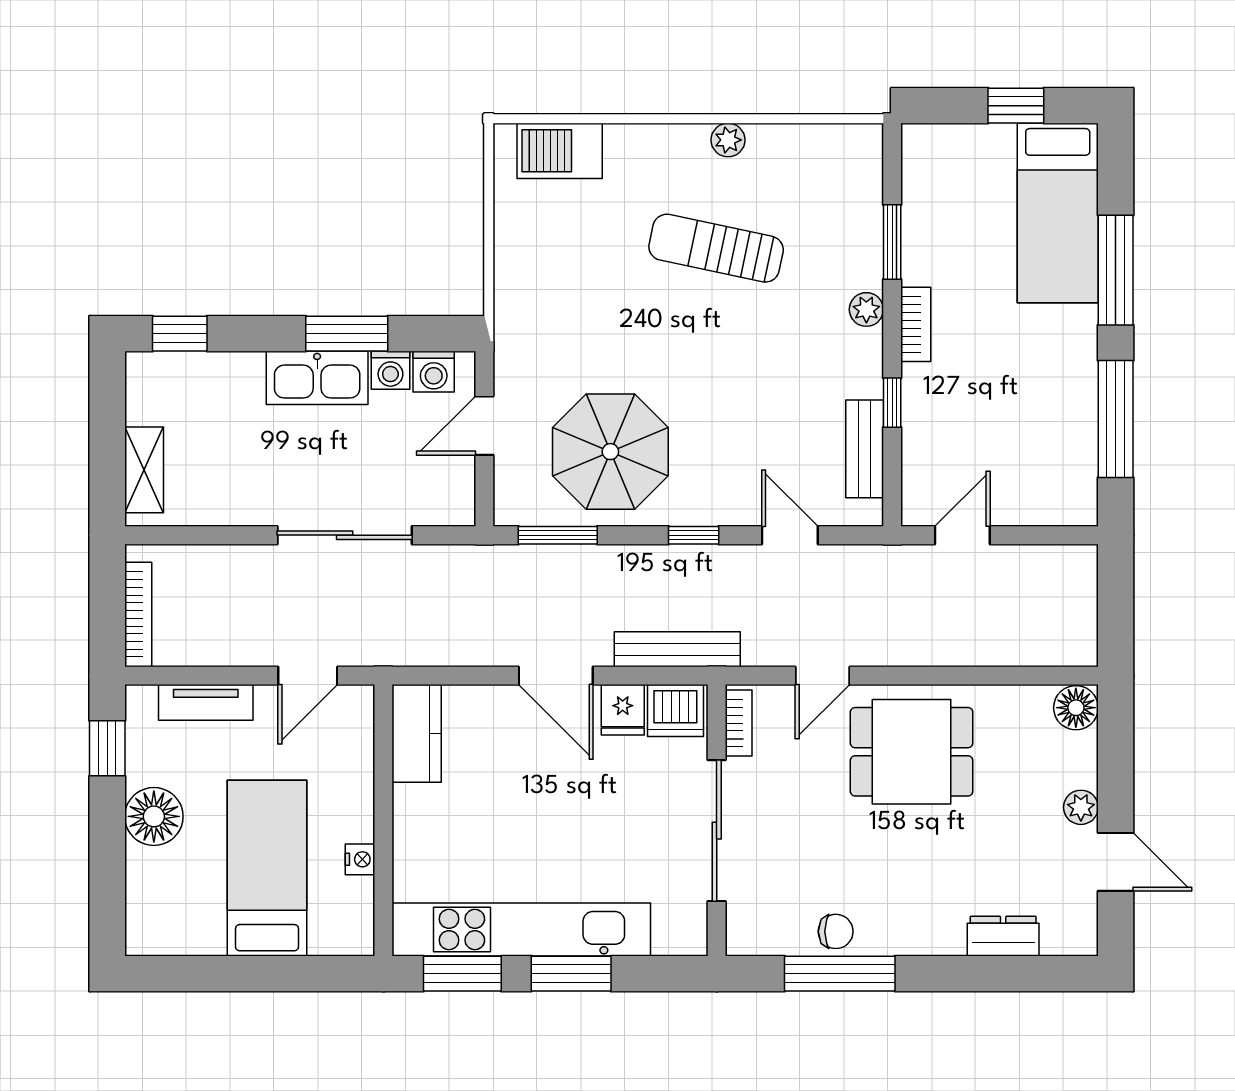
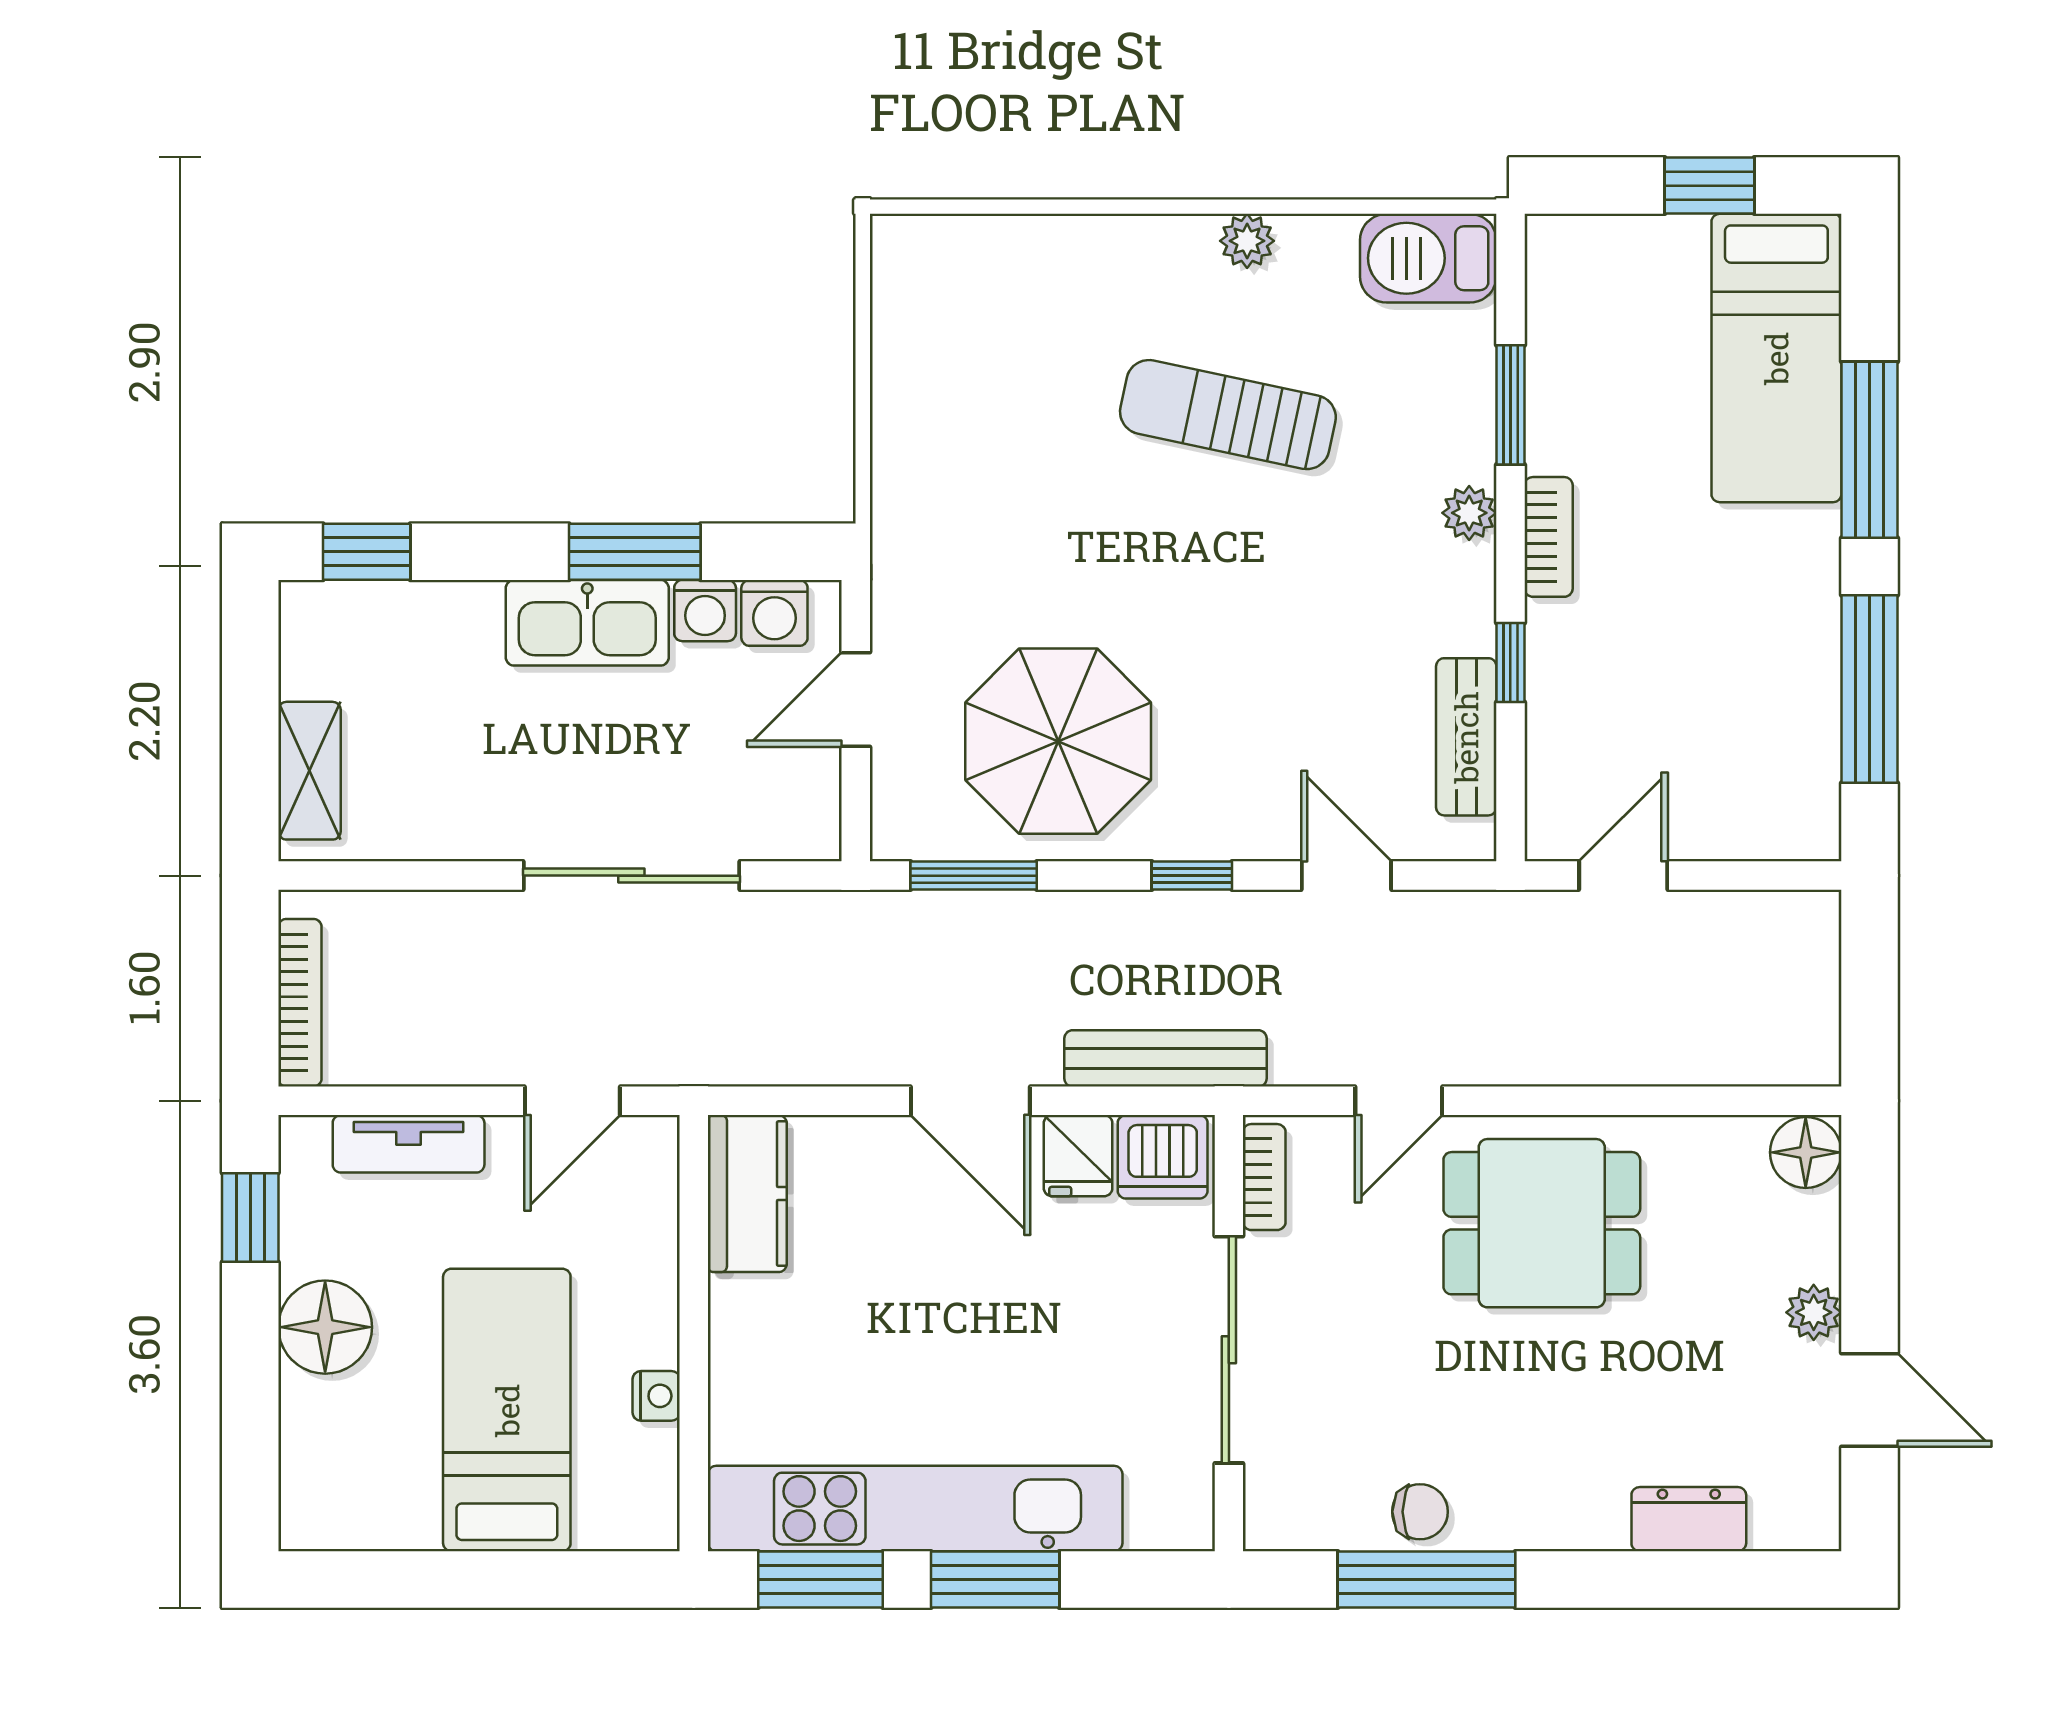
barbecue: (560, 151) -> (1428, 258), moved

